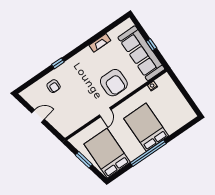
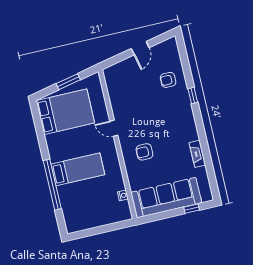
window: (151, 45) -> (192, 209), moved
armchair: (114, 83) -> (144, 152), width x0.53, depth x0.53
bed: (146, 127) -> (78, 169), width x0.67
window: (148, 153) -> (52, 185), moved

